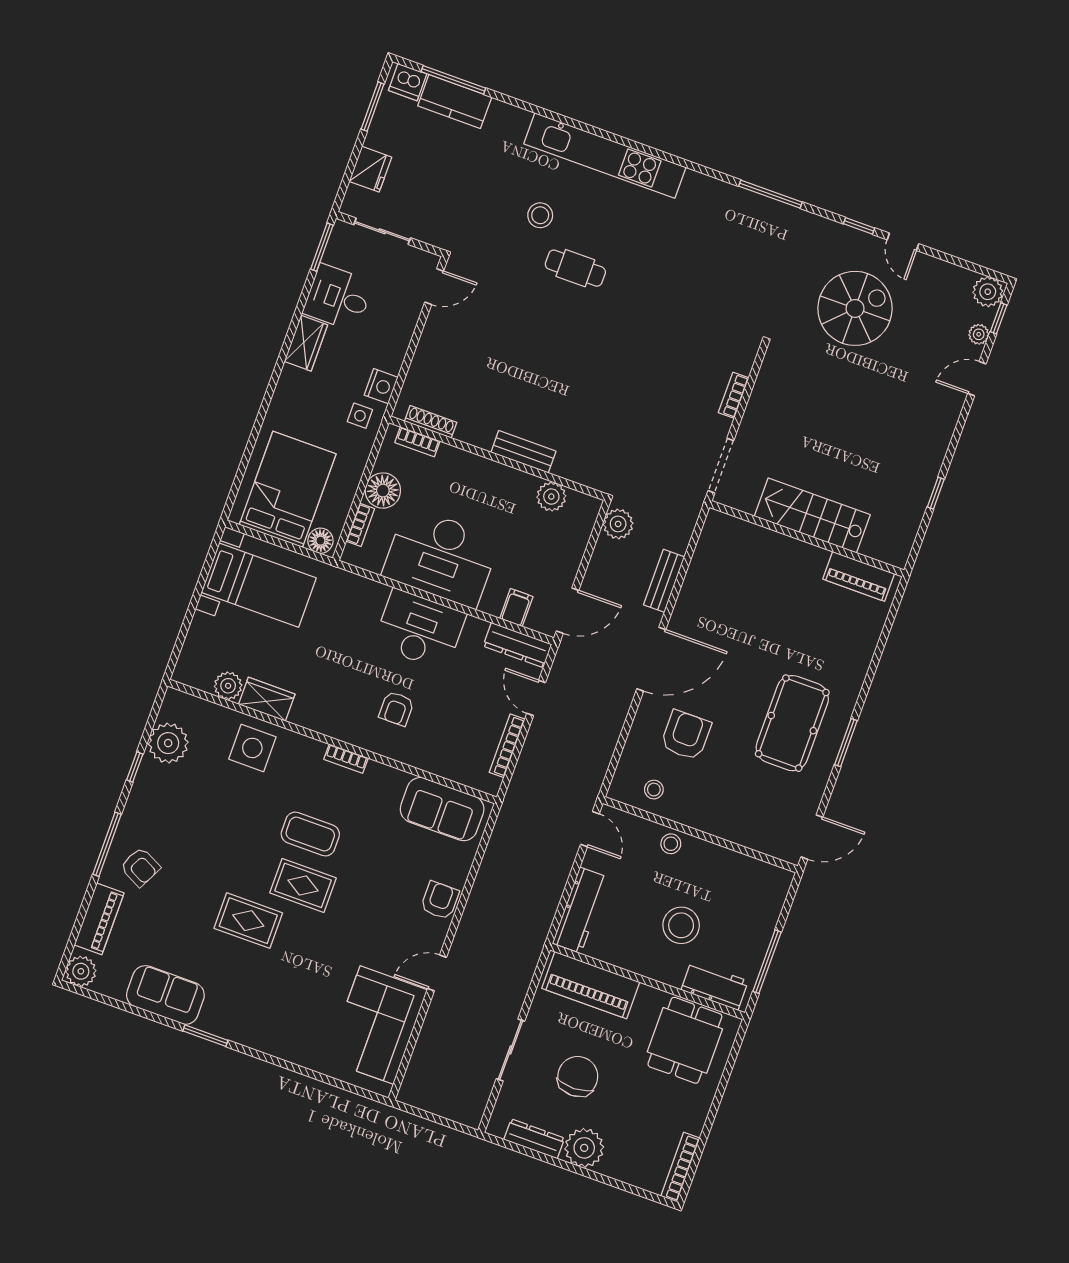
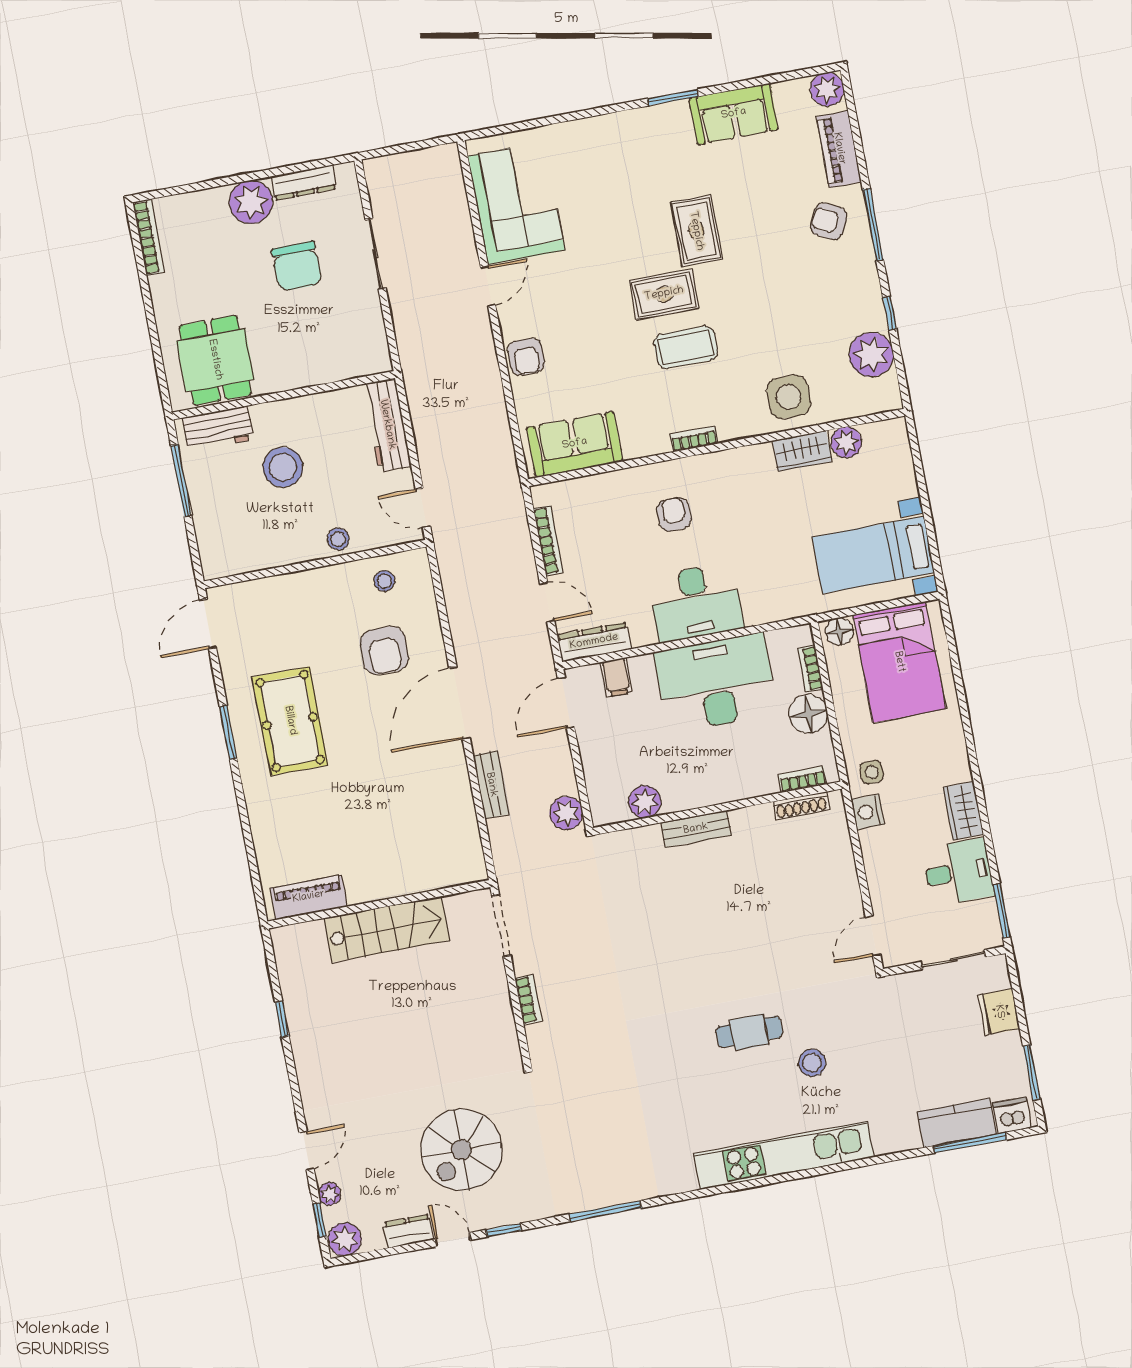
dresser: (934, 269) -> (409, 1231), added
rug: (248, 921) -> (696, 231), turned 90
piano: (591, 985) -> (335, 360), removed

